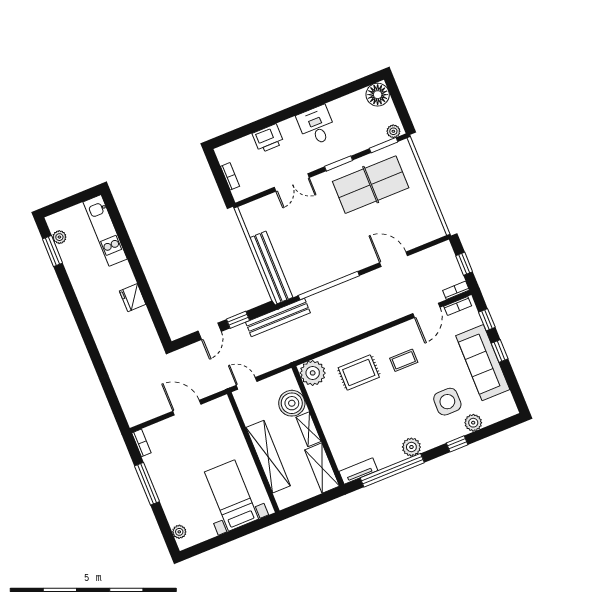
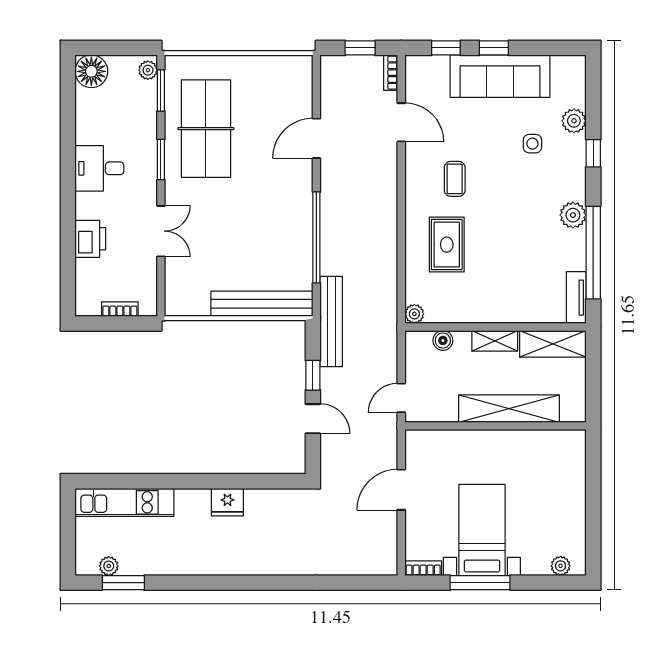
bookcase: (458, 306) -> (412, 79), removed
plant: (313, 373) -> (414, 314), width x0.53, depth x0.53
side table: (447, 402) -> (532, 144), width x0.54, depth x0.54
boiler: (292, 403) -> (443, 340), width x0.54, depth x0.54
bed with nightstands: (232, 495) -> (482, 530), moved, turned 90

